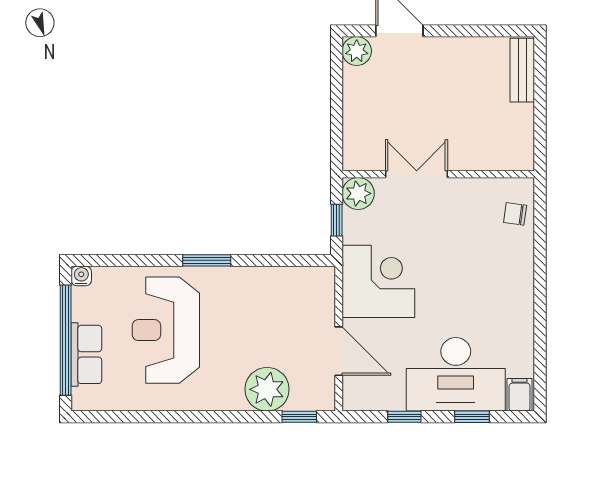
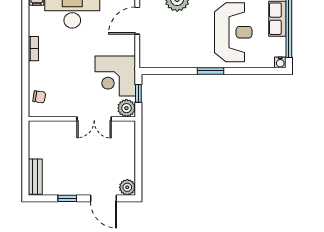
window: (465, 31) -> (67, 198), added
corner desk: (378, 281) -> (115, 76), moved
bookcase: (526, 301) -> (33, 49), added
door: (339, 351) -> (137, 21), hinge flipped

